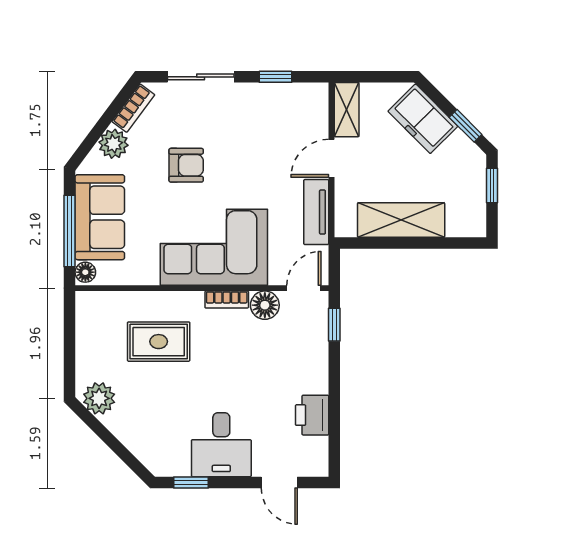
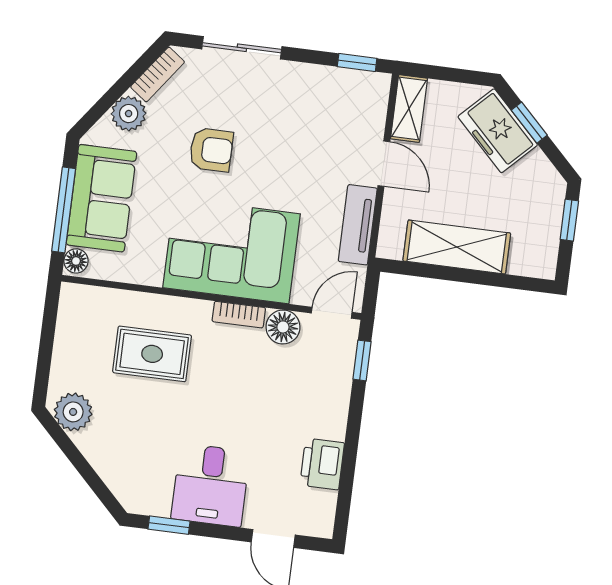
window: (275, 77) -> (357, 62), moved
window: (466, 126) -> (529, 123), moved
door: (331, 158) -> (384, 164), swing flipped

